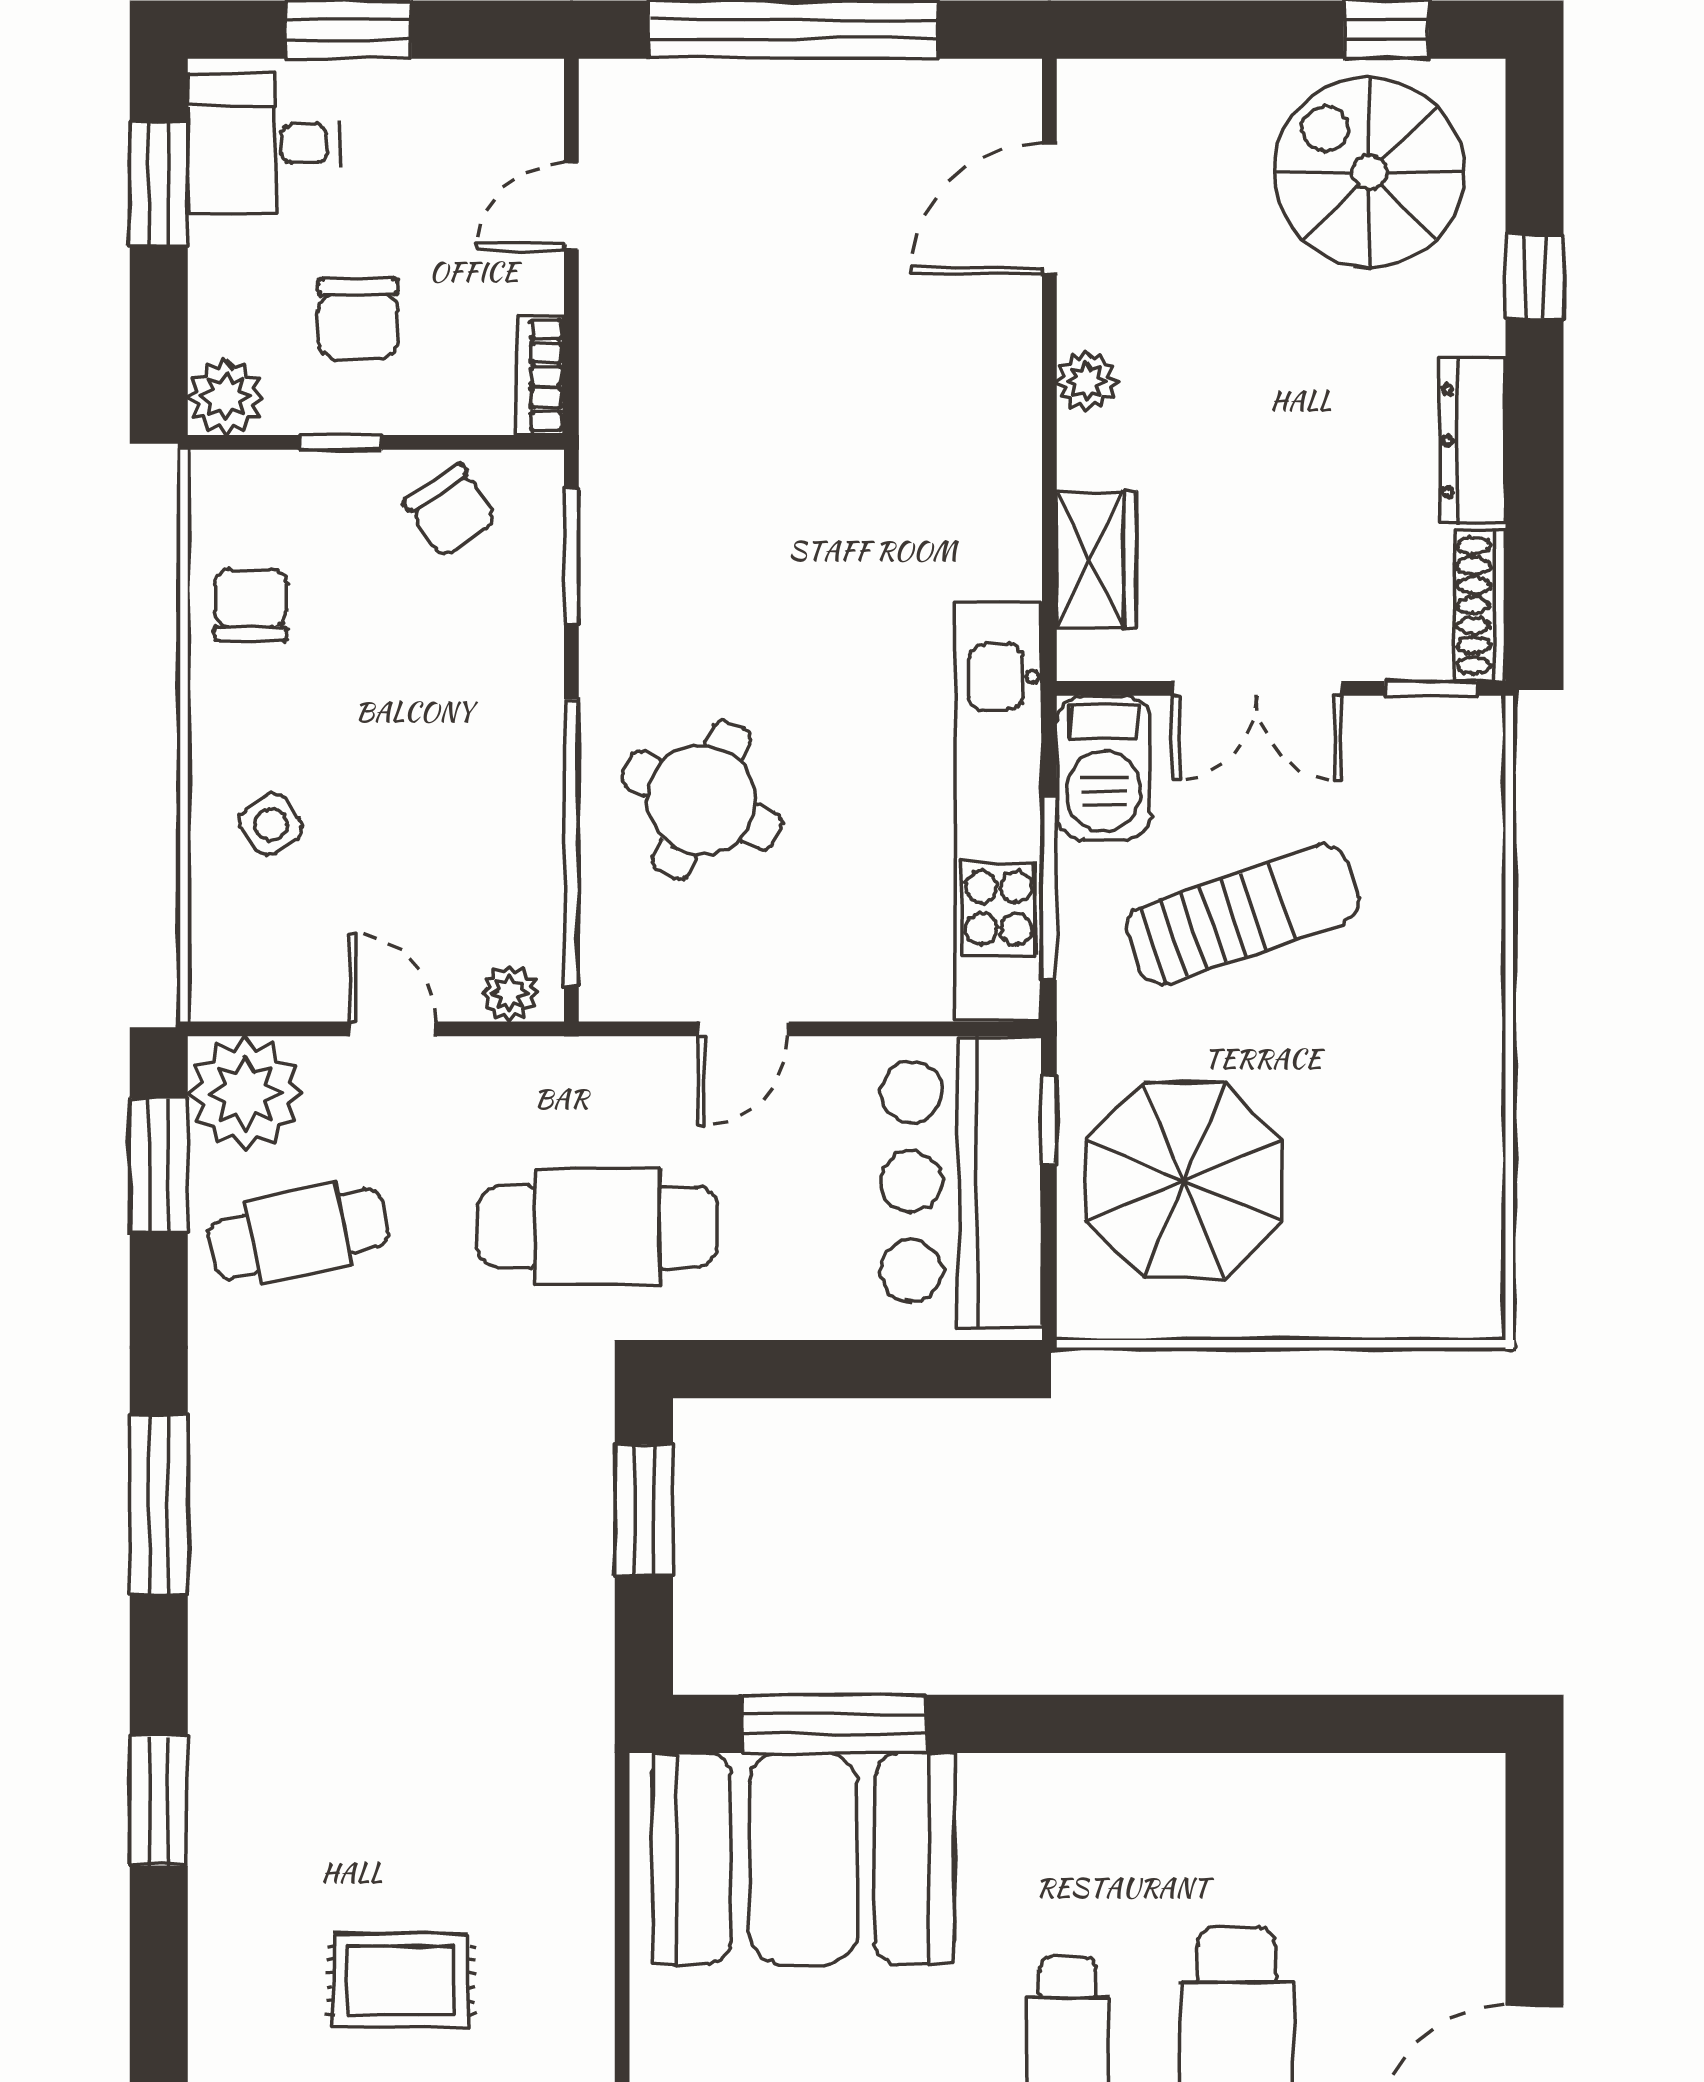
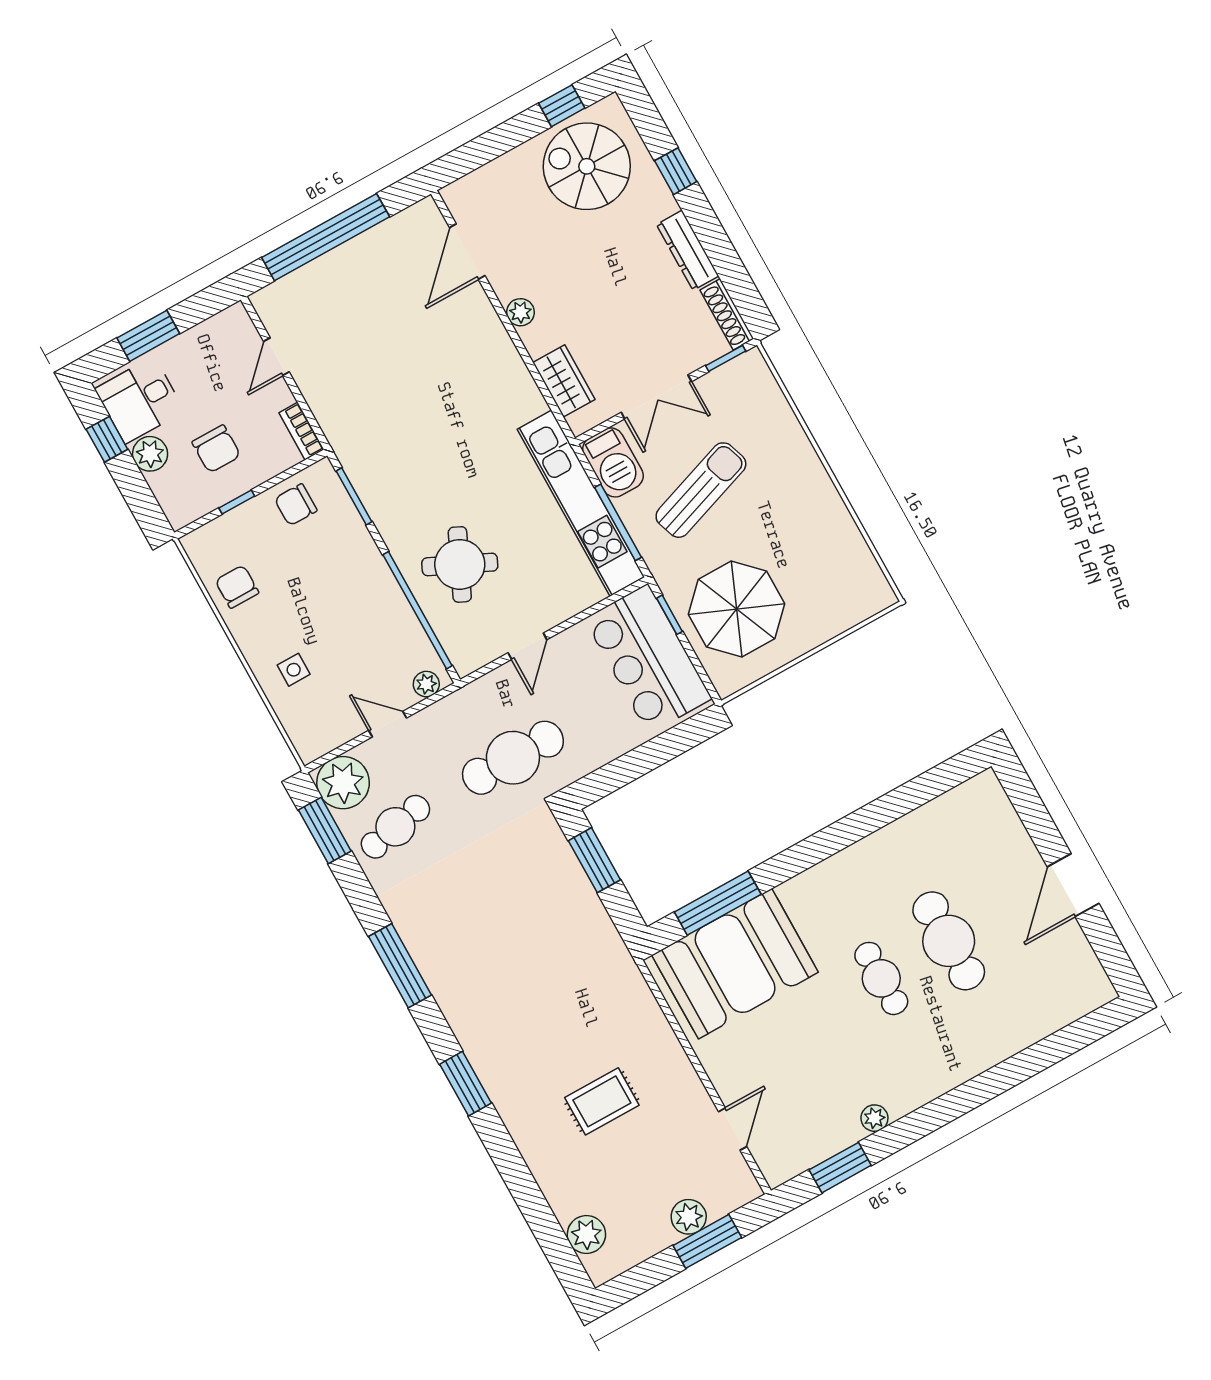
window: (159, 184) -> (107, 439), width x0.67
plant: (226, 397) -> (150, 454), moved
chair: (451, 510) -> (296, 505), turned 124
side table: (271, 824) -> (294, 670), turned 35

